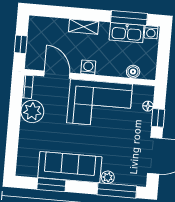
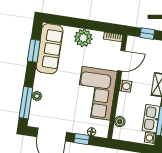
plant: (32, 111) -> (83, 38), moved
sofa: (70, 167) -> (50, 49), moved

